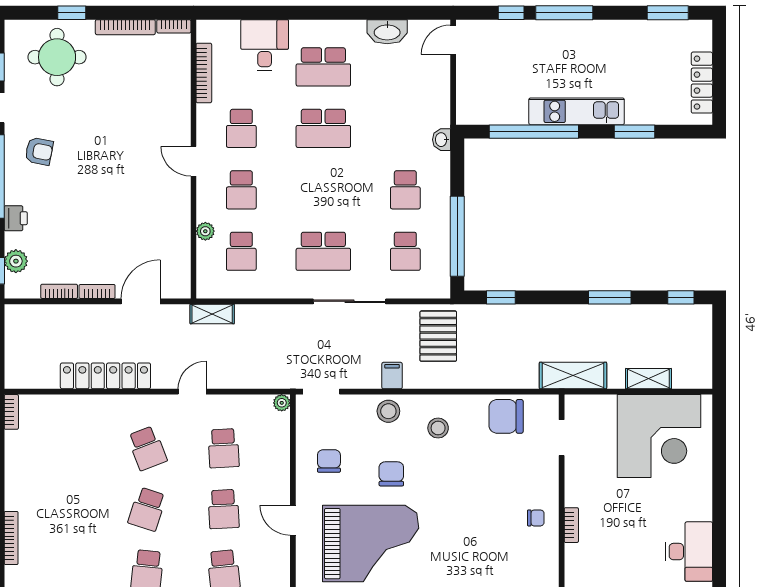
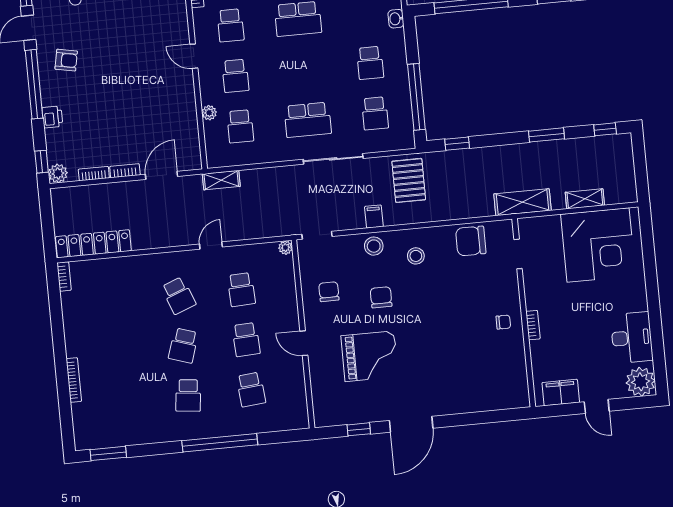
plant: (16, 261) -> (58, 173), moved
locker: (105, 376) -> (93, 244), moved
grand piano: (371, 544) -> (370, 356), width x0.73, depth x0.68

